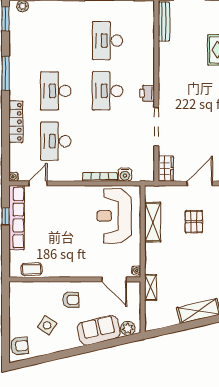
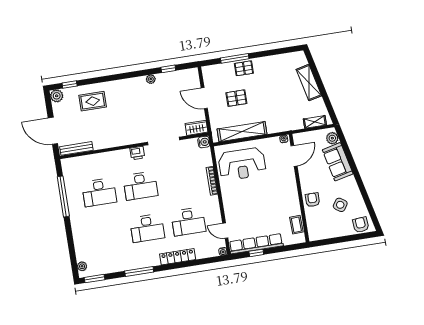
water cooler: (125, 175) -> (204, 142), moved
shelving: (153, 222) -> (242, 132), width x1.47
shelving: (151, 287) -> (315, 122), moved
armchair: (71, 300) -> (312, 200), moved

